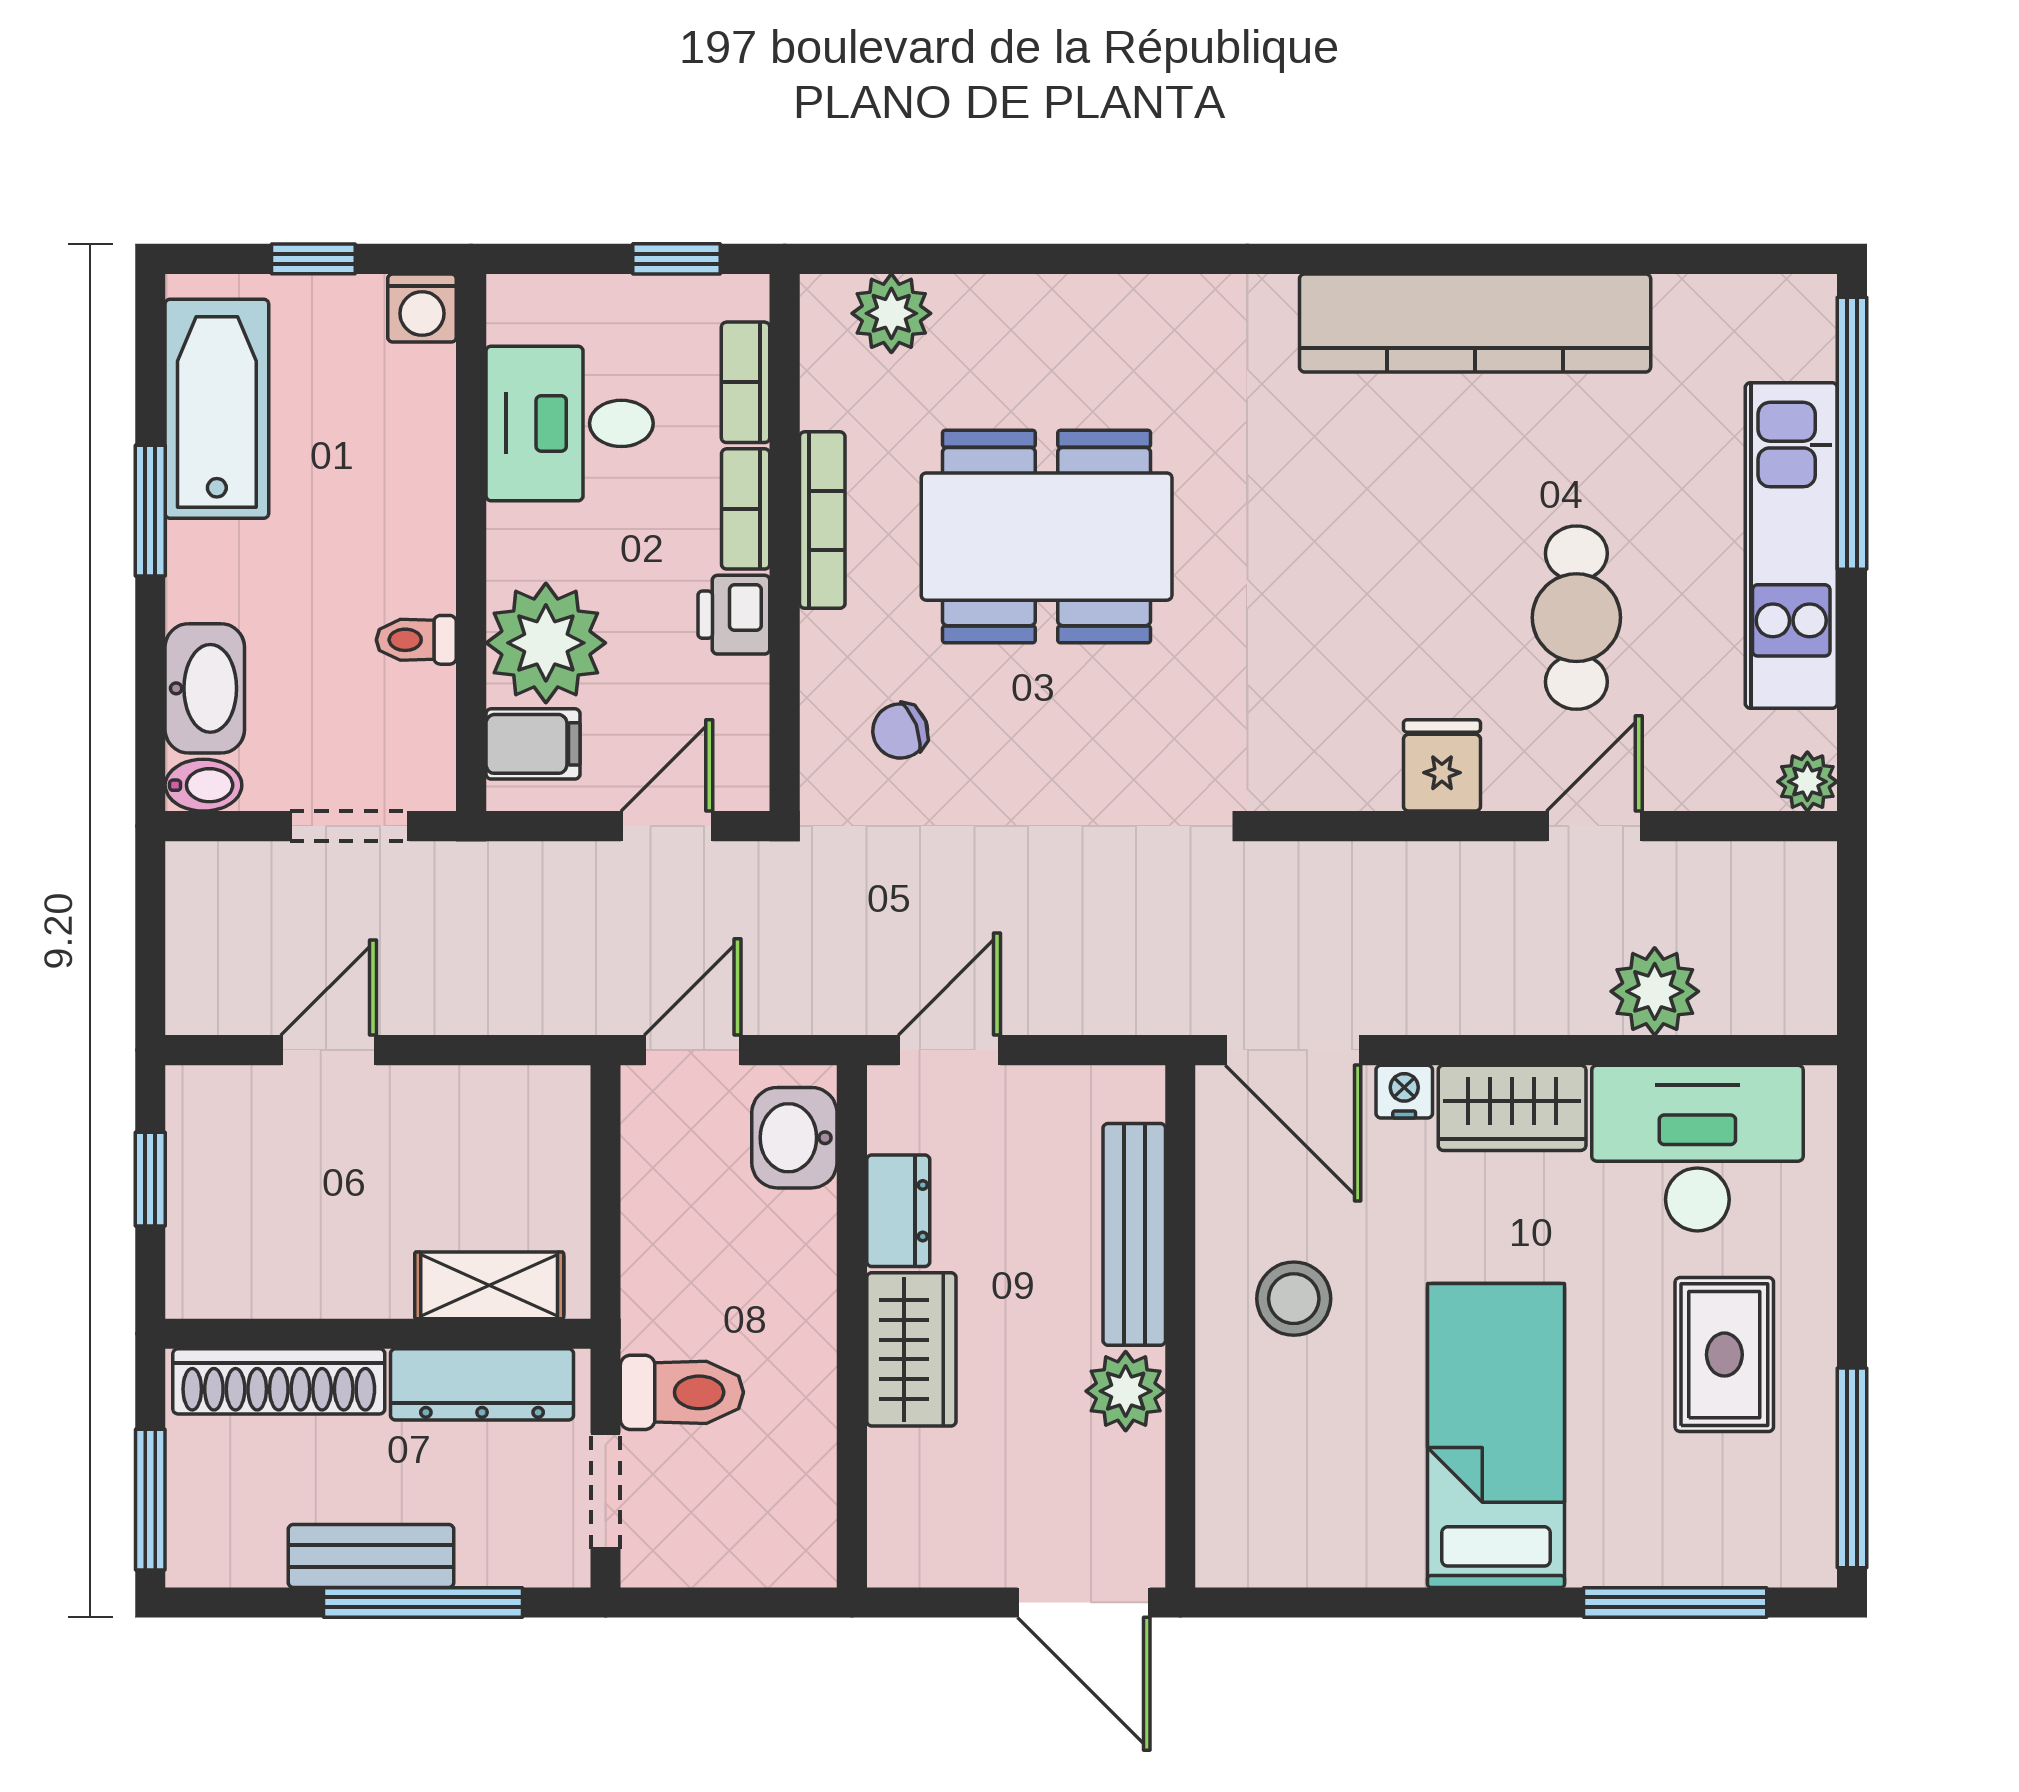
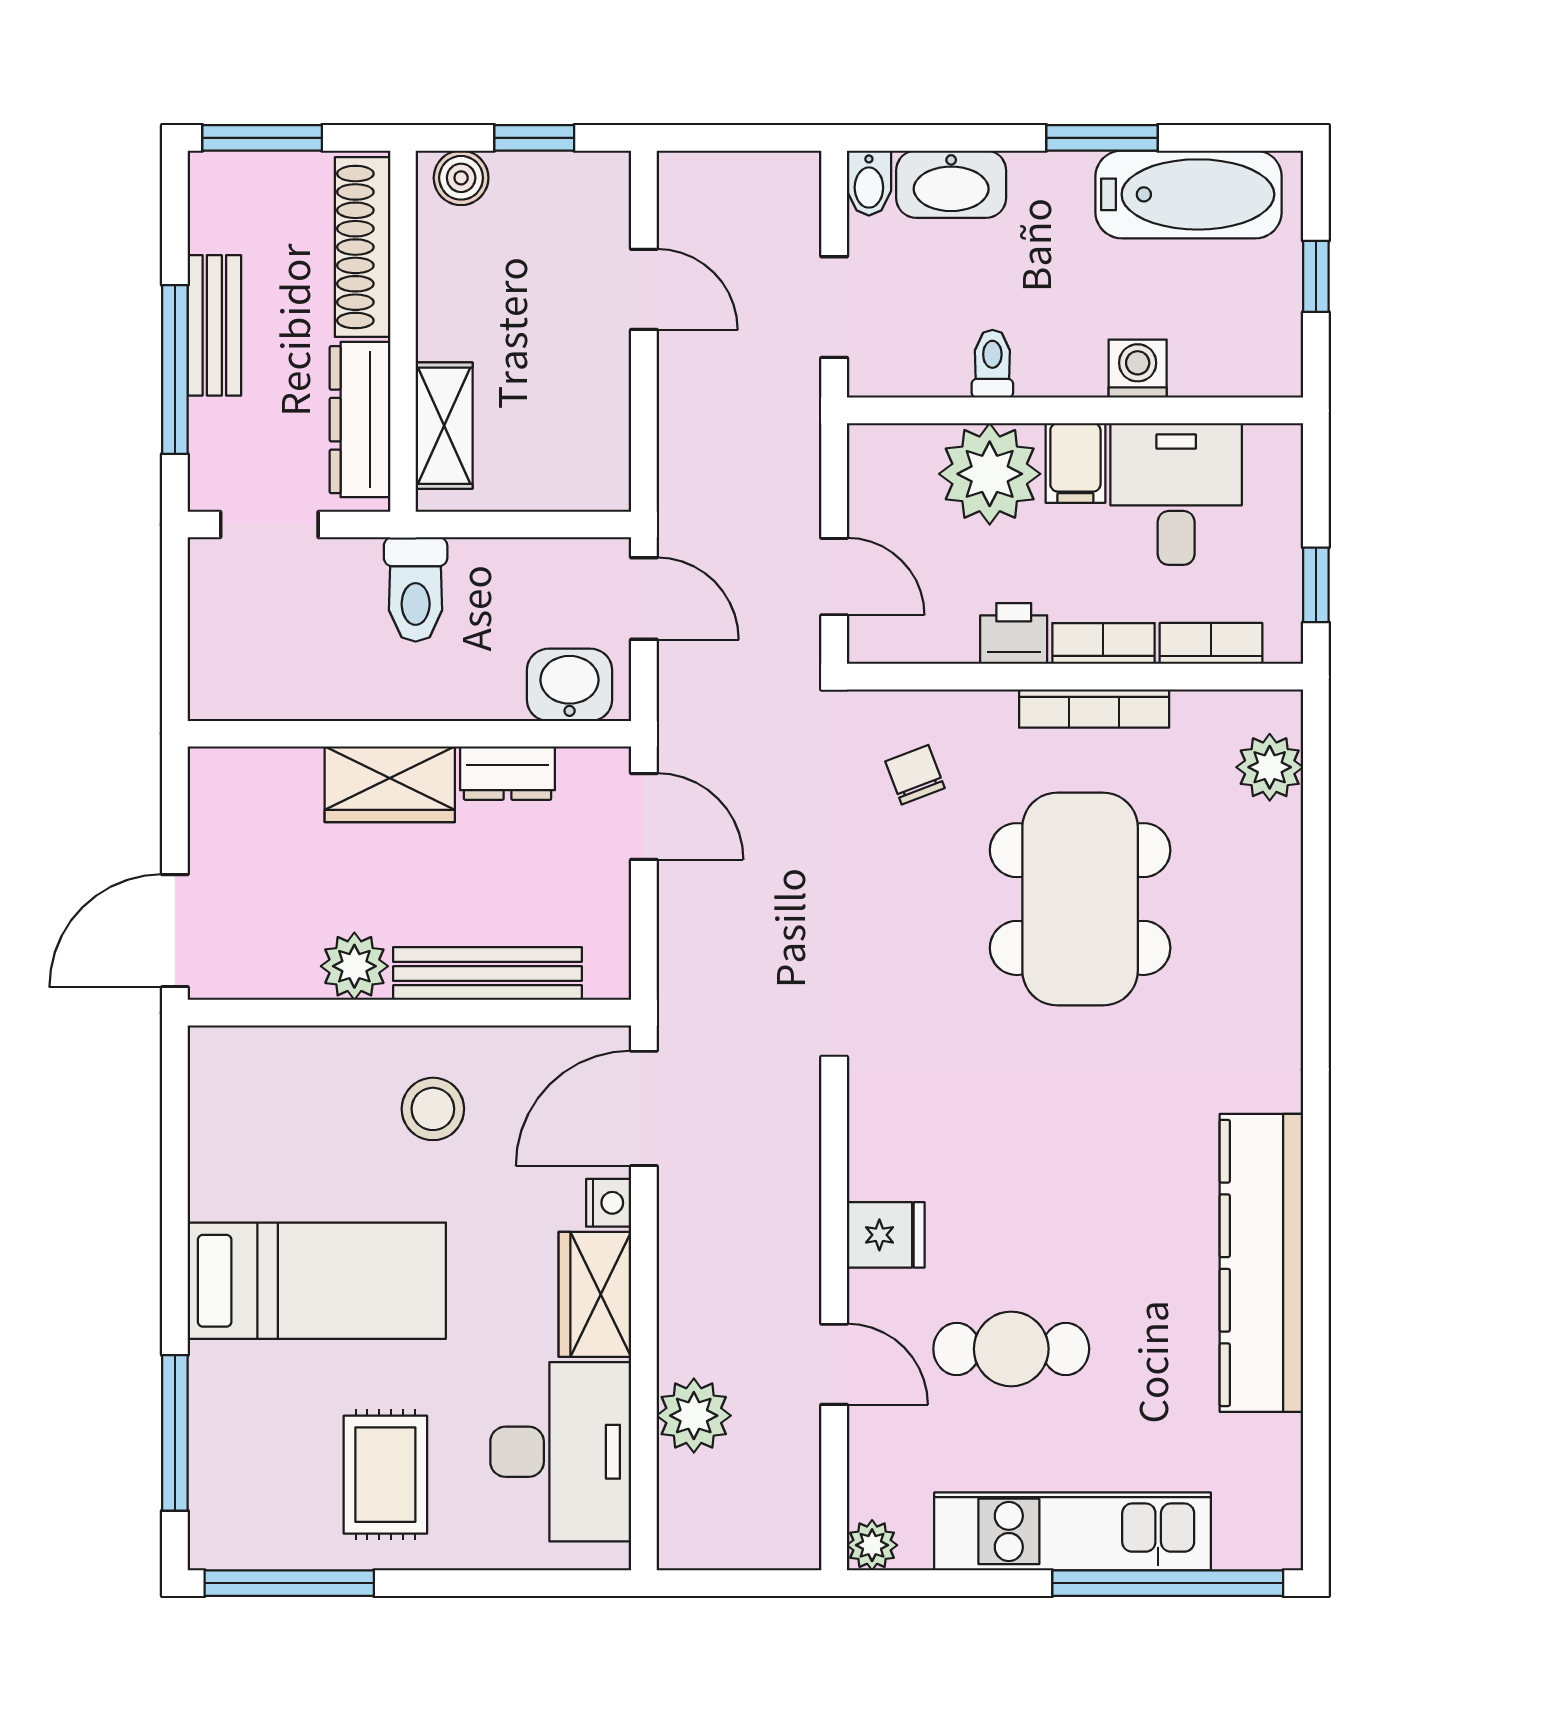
washing machine: (422, 308) -> (1138, 369), moved, turned 90
filing cabinet: (533, 744) -> (1075, 463), moved
boiler: (197, 1265) -> (461, 178), added
rug: (1724, 1355) -> (385, 1475), turned 90
toilet: (682, 1392) -> (416, 589), moved

